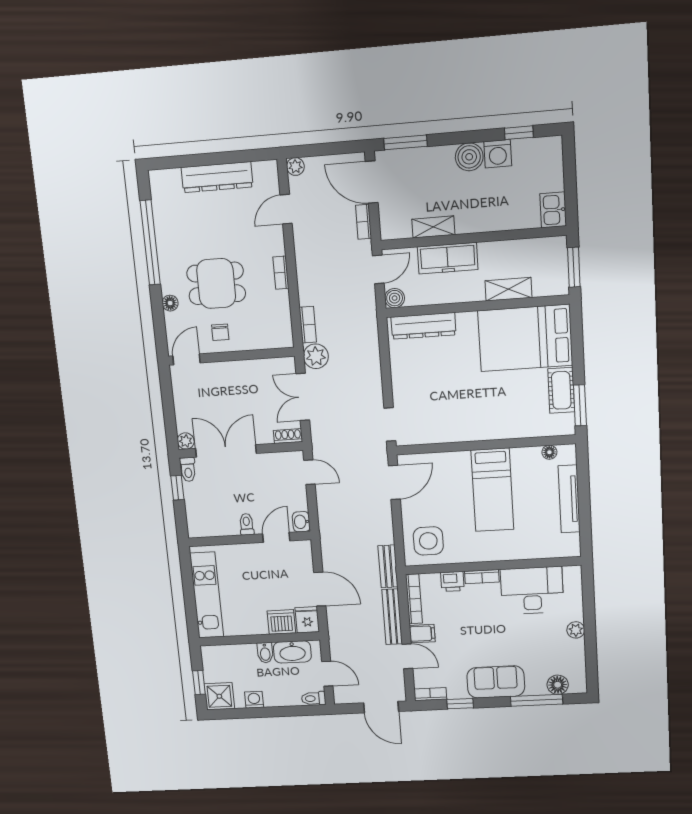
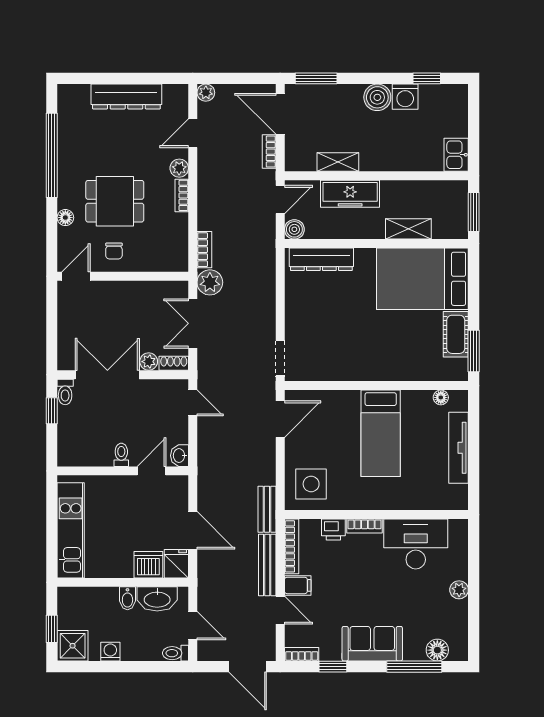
plant: (276, 246) -> (179, 168), added
plant: (186, 441) -> (149, 362), moved

